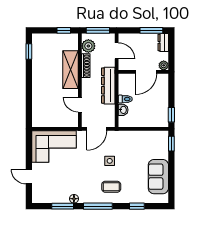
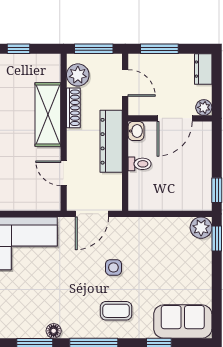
window: (64, 30) -> (18, 49), moved
window: (151, 30) -> (159, 49), moved
washbasin: (123, 110) -> (136, 131), moved
plant: (162, 137) -> (201, 228), added
sofa: (158, 177) -> (183, 321), moved, turned 90

